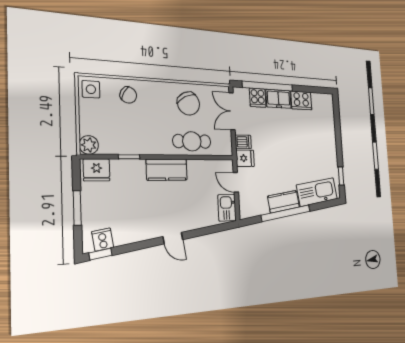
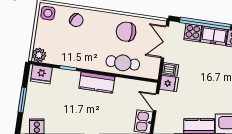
chair: (189, 103) -> (126, 32), turned 116

